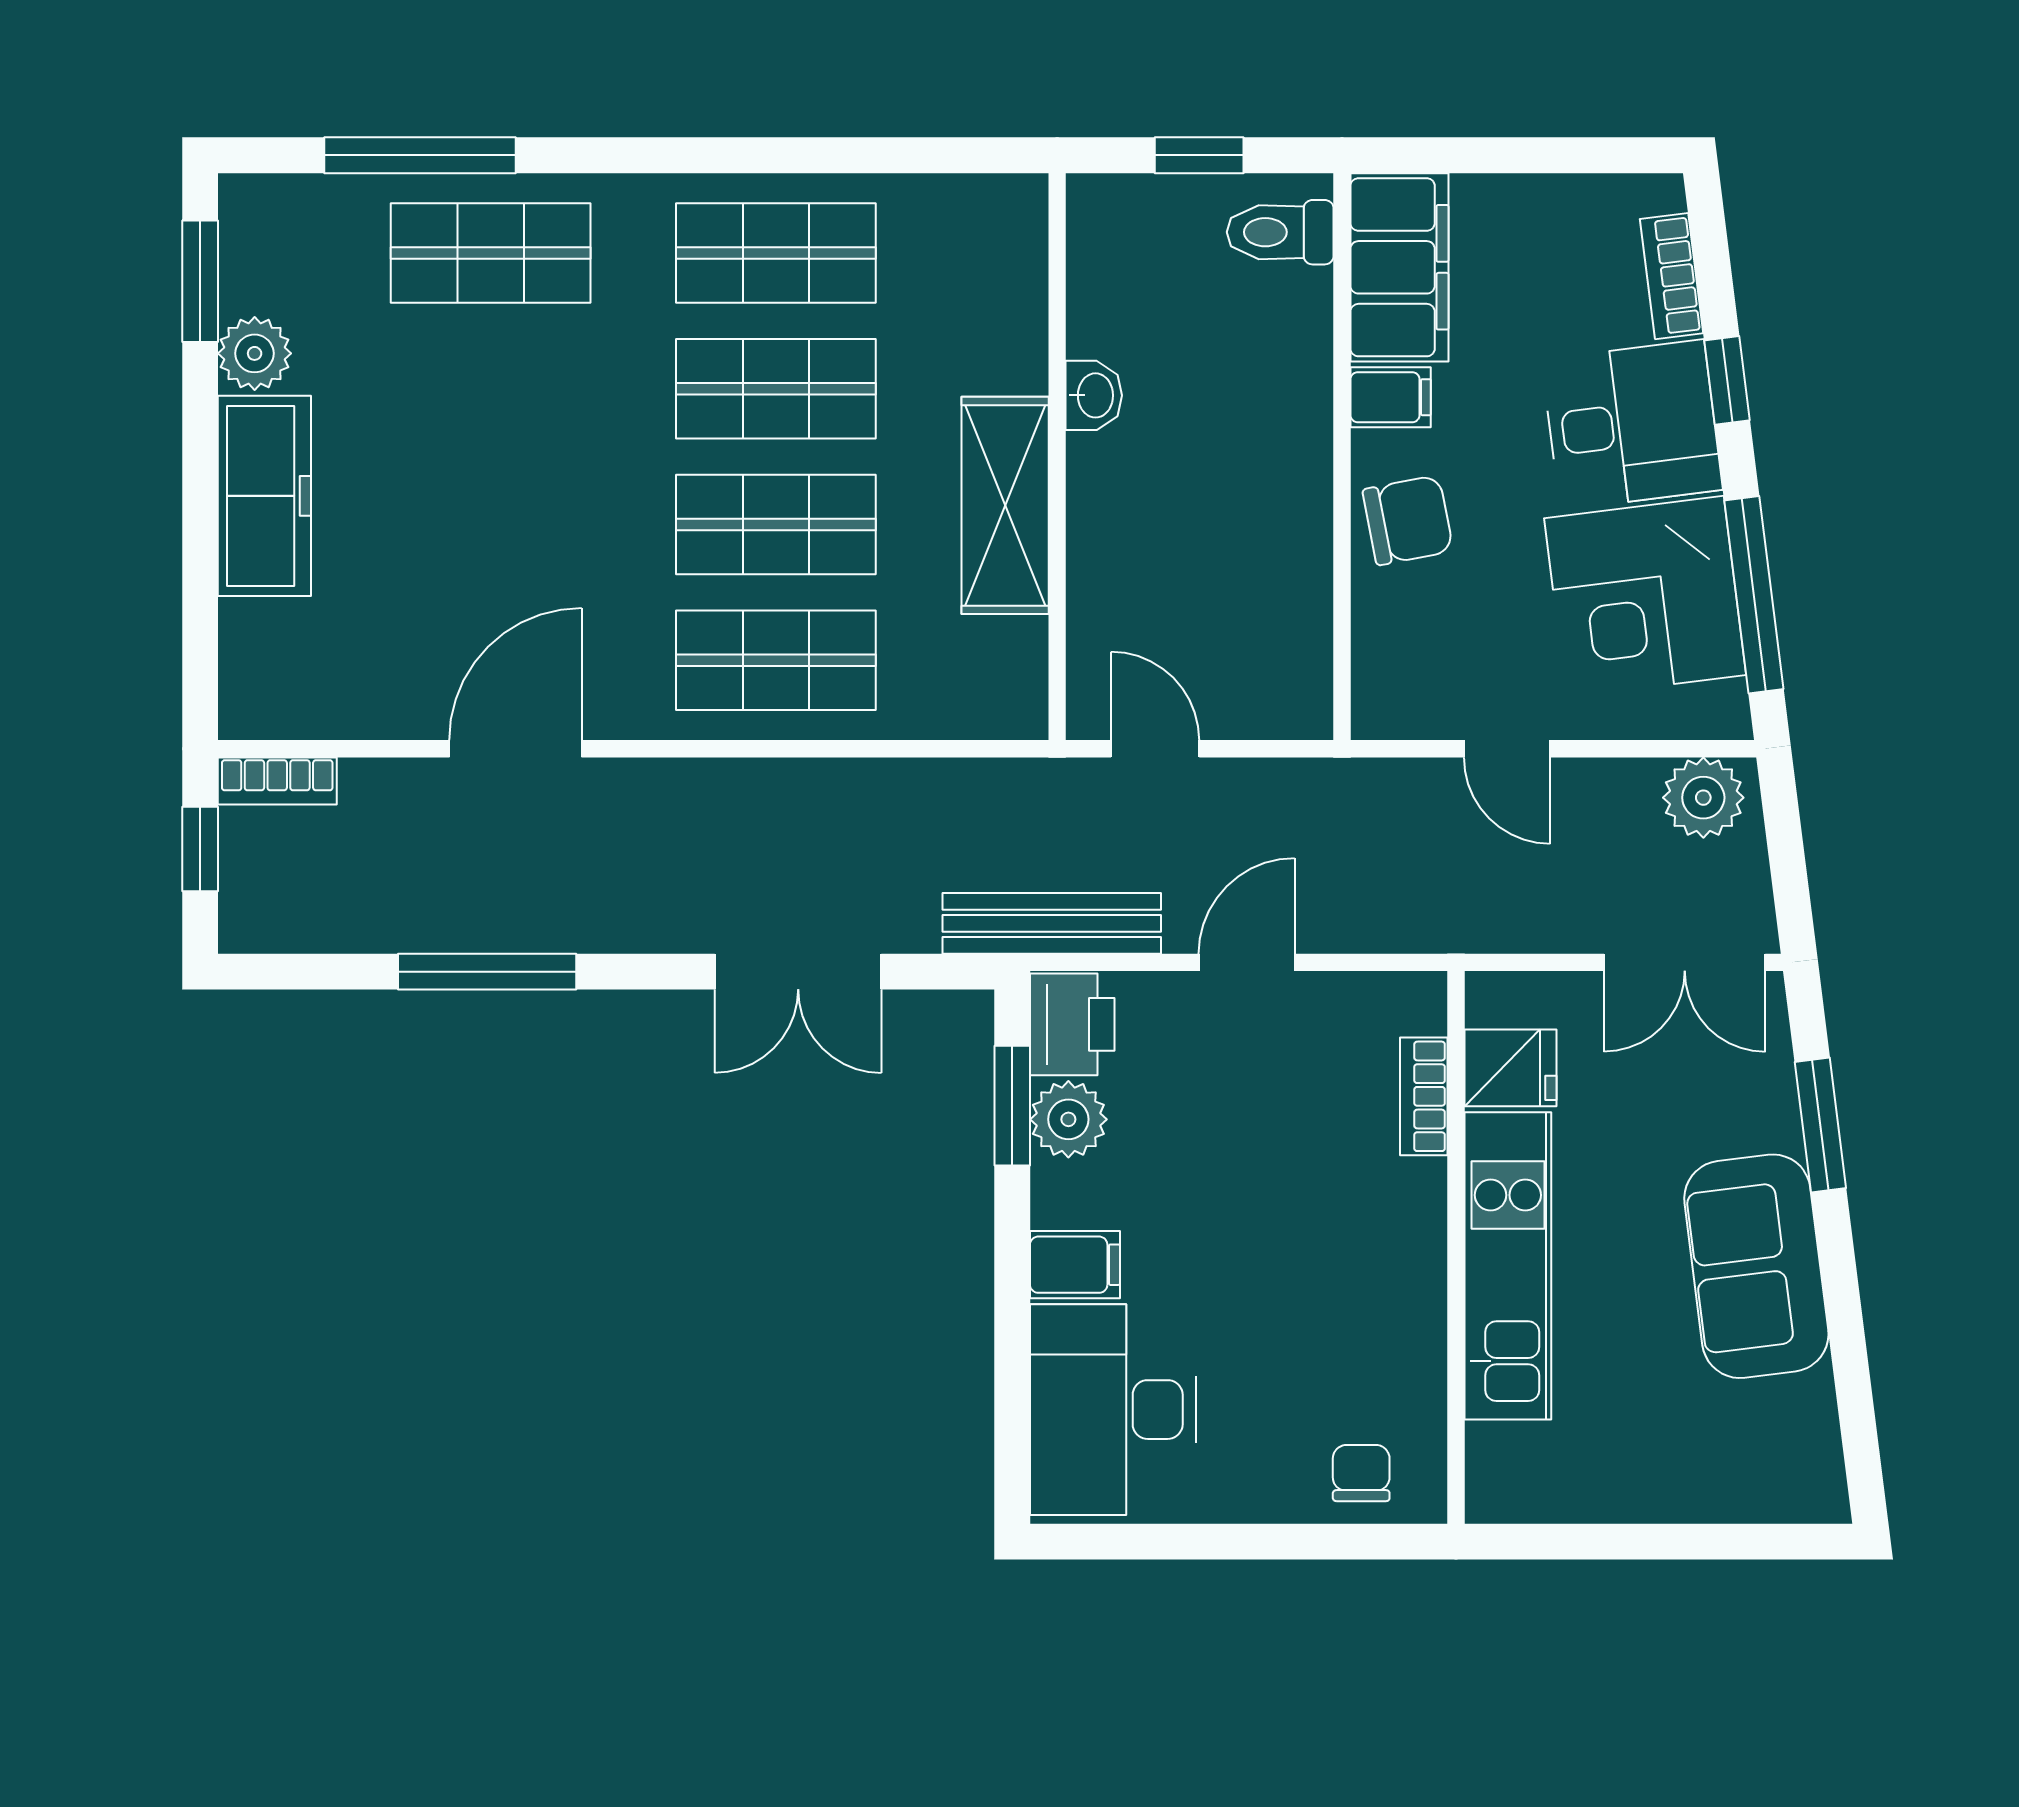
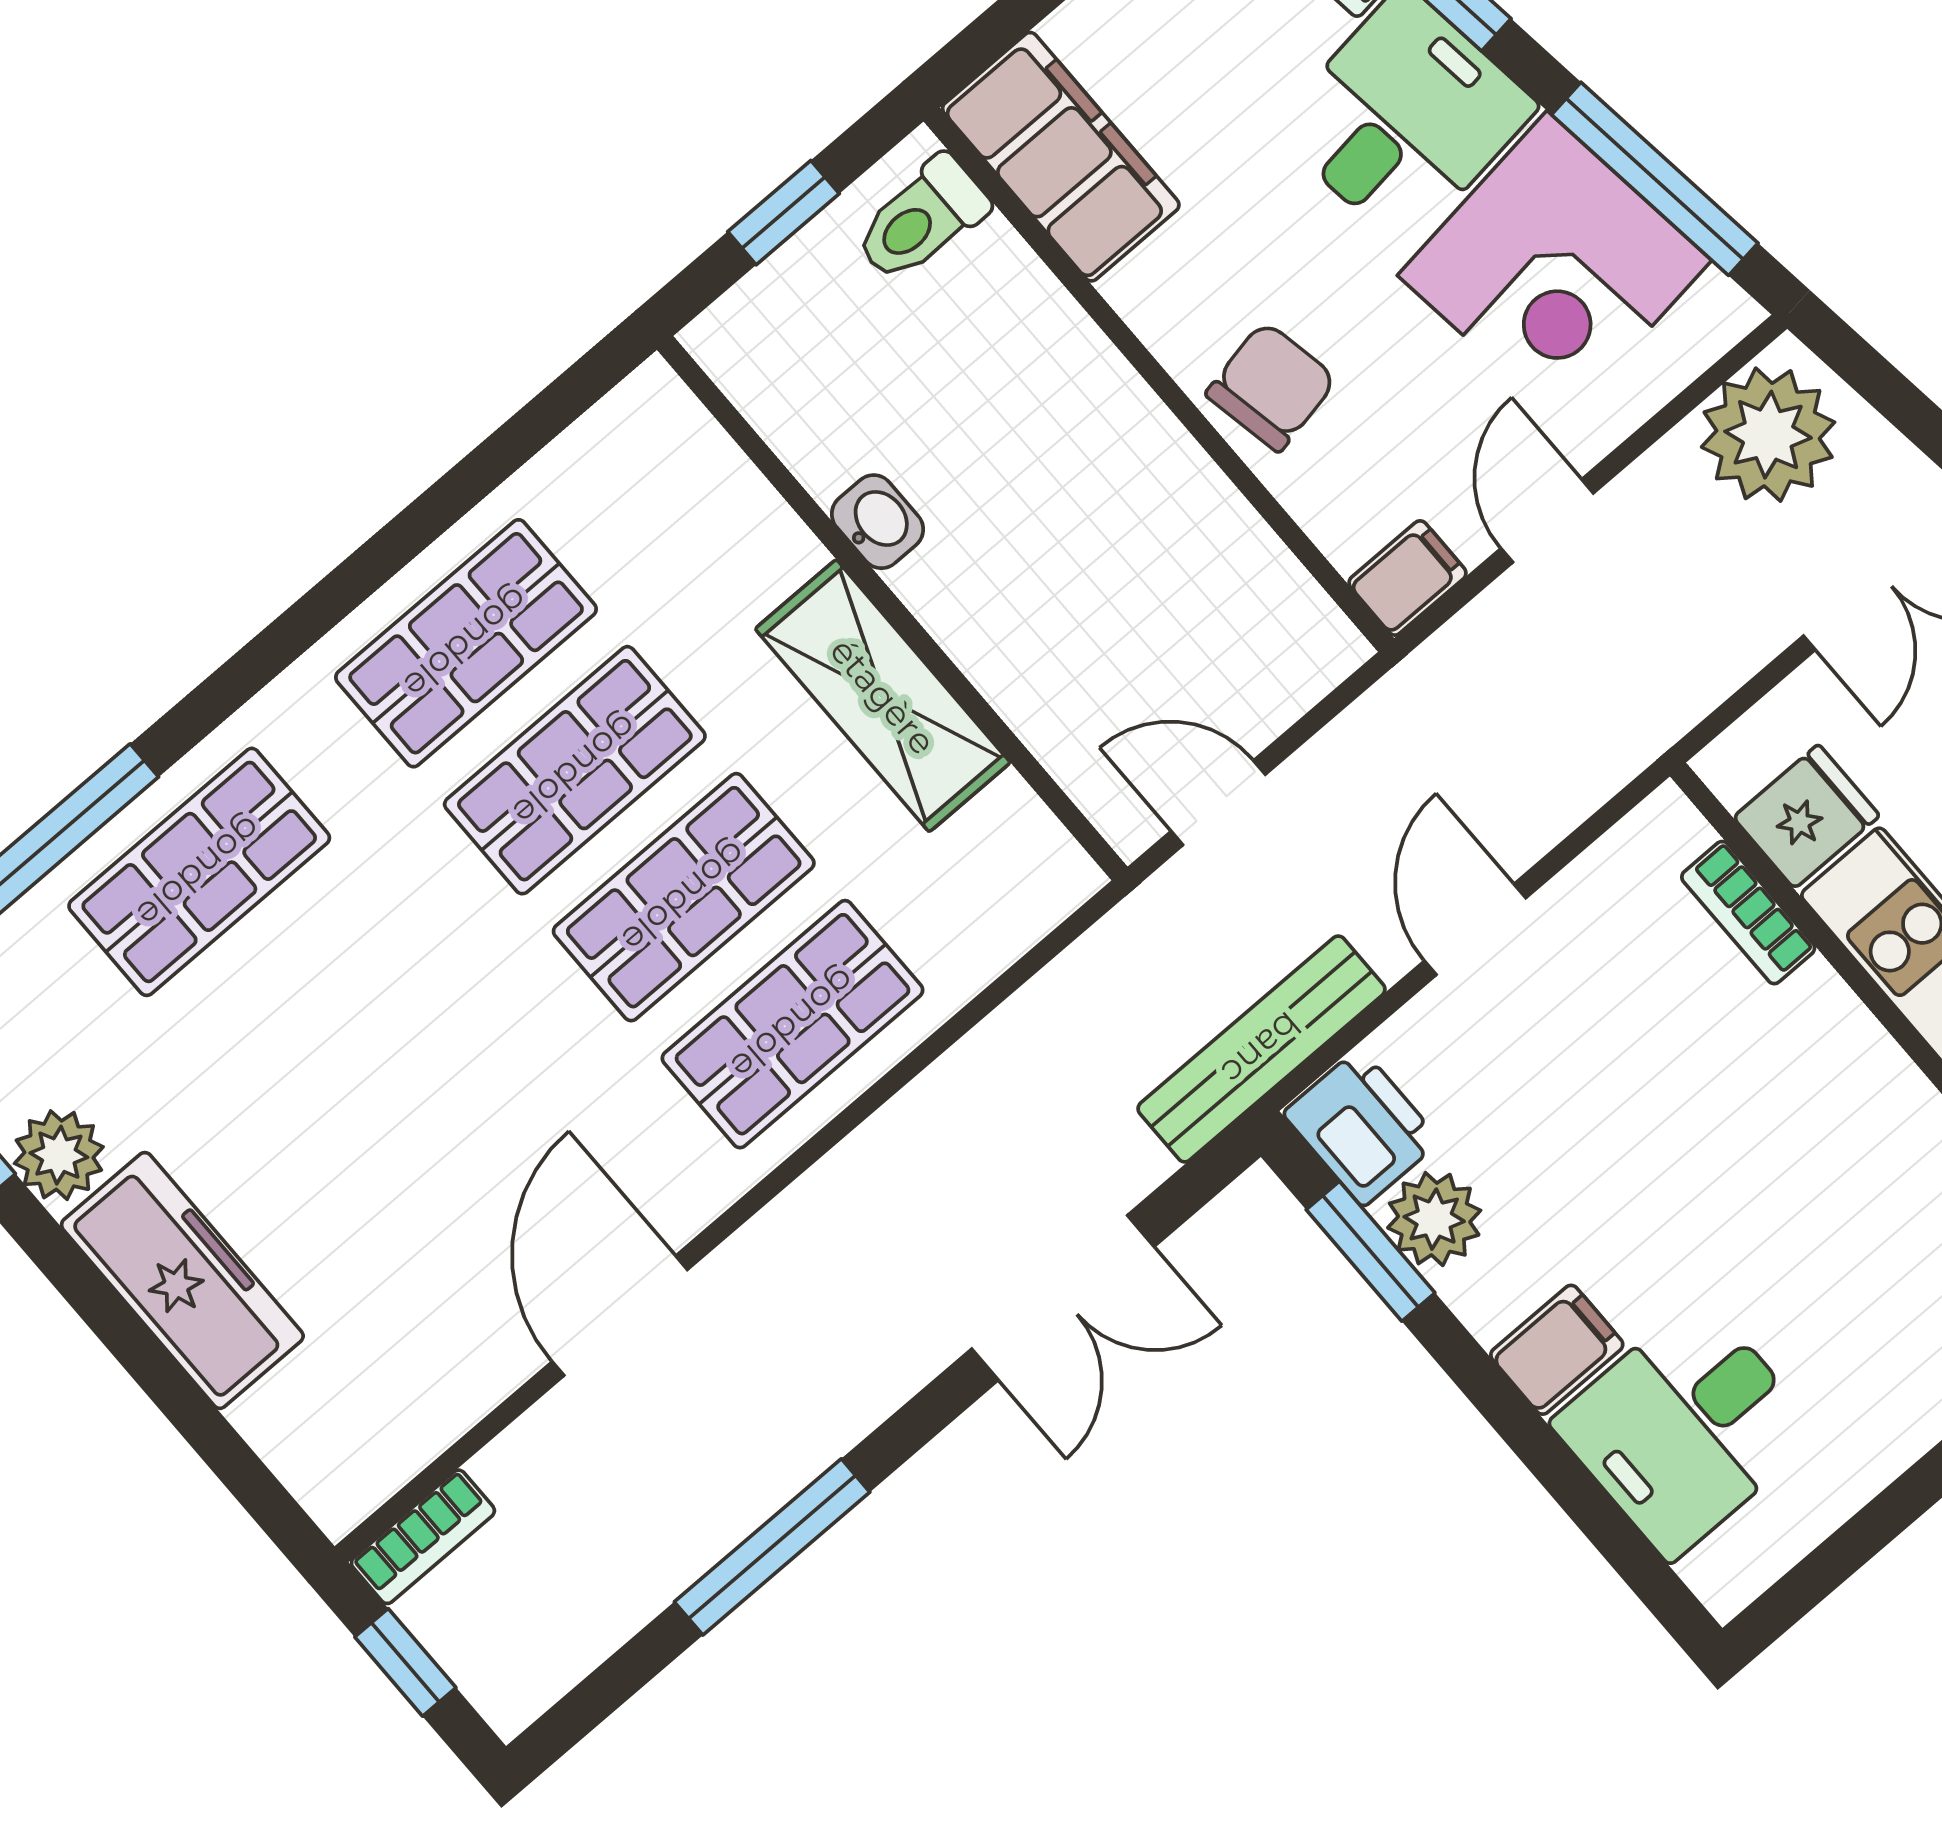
filing cabinet: (1391, 397) -> (1407, 578), moved
door: (1507, 749) -> (1547, 521), swing flipped
plant: (1703, 798) -> (1768, 435), width x1.36, depth x1.36
desk: (1113, 1410) -> (1685, 1428), width x0.73

